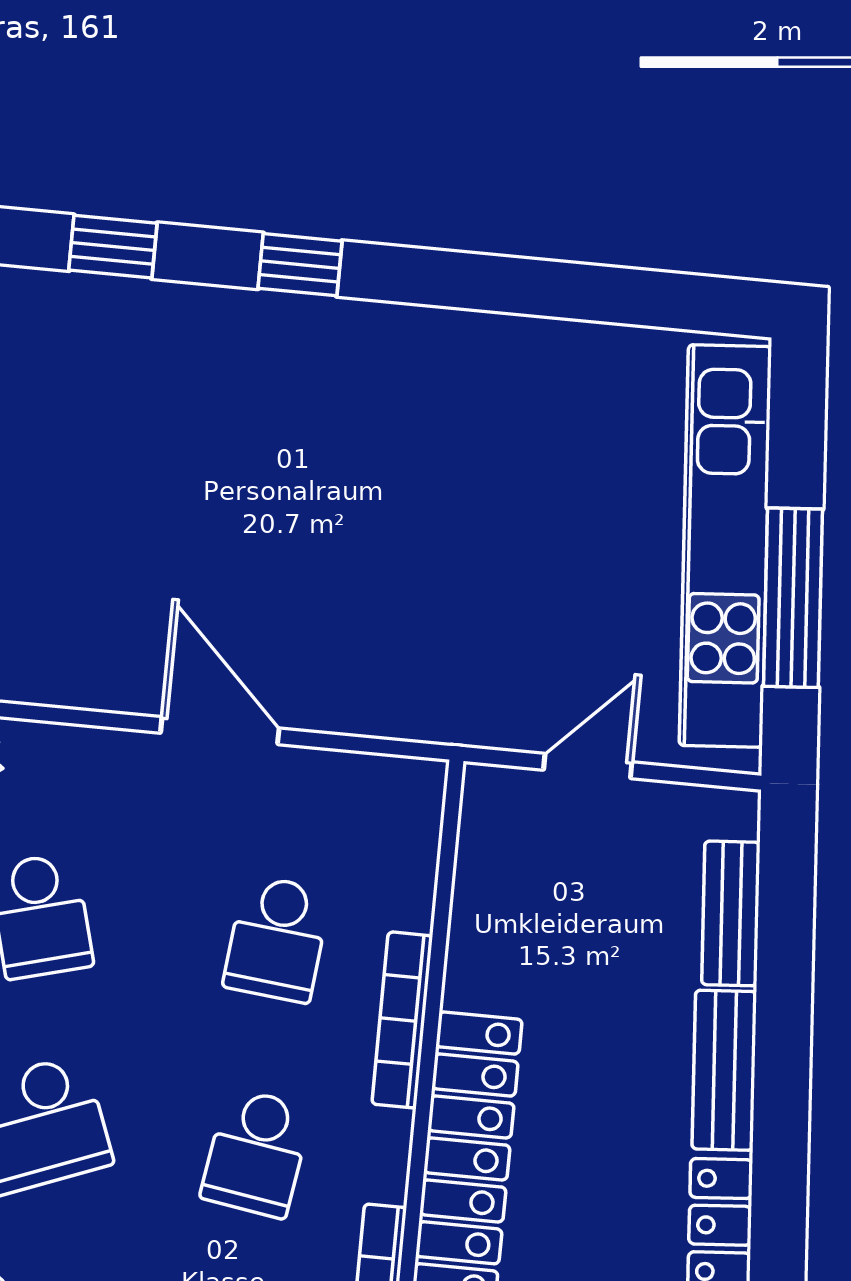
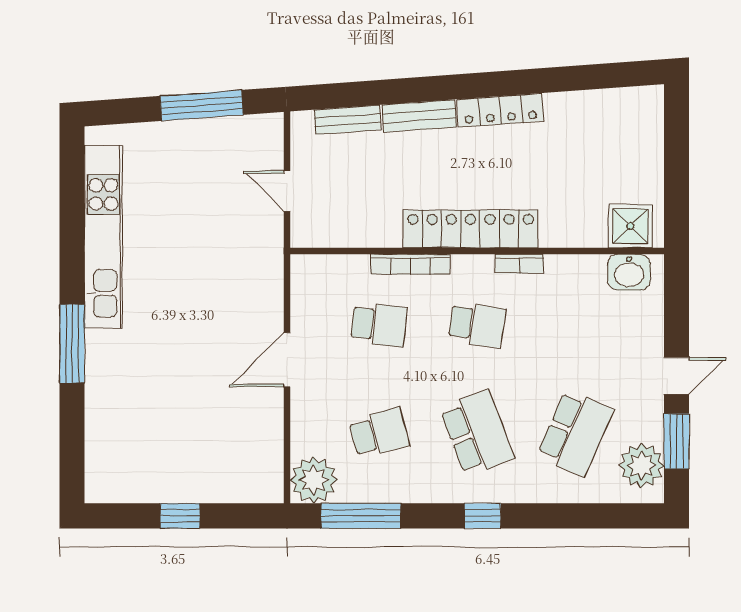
window: (113, 247) -> (72, 429), removed
window: (300, 265) -> (72, 344), width x2.17
kitchen unit: (725, 546) -> (103, 237), moved, turned -86

